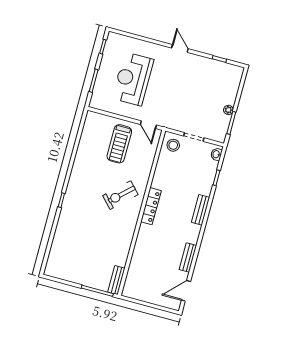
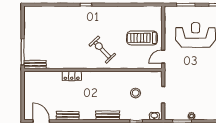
stool: (173, 145) -> (136, 93), moved
locker: (151, 206) -> (72, 76), moved, width x0.66

